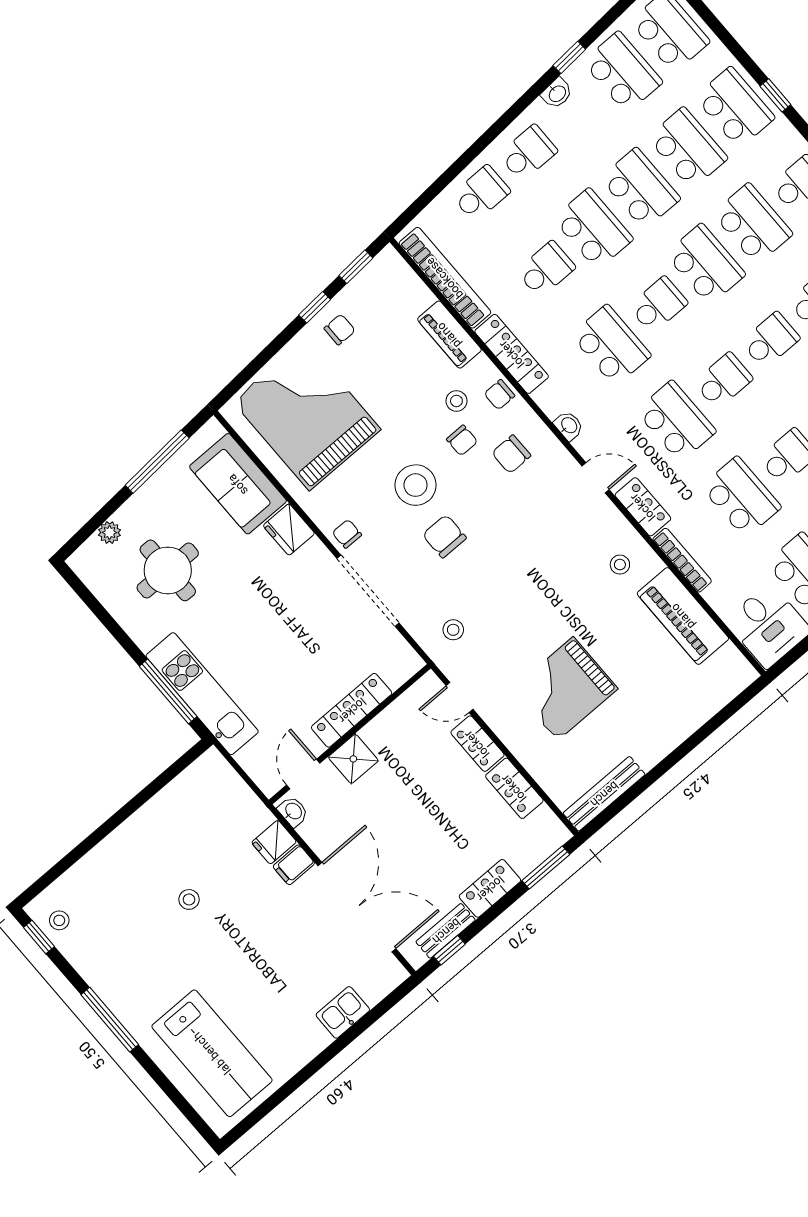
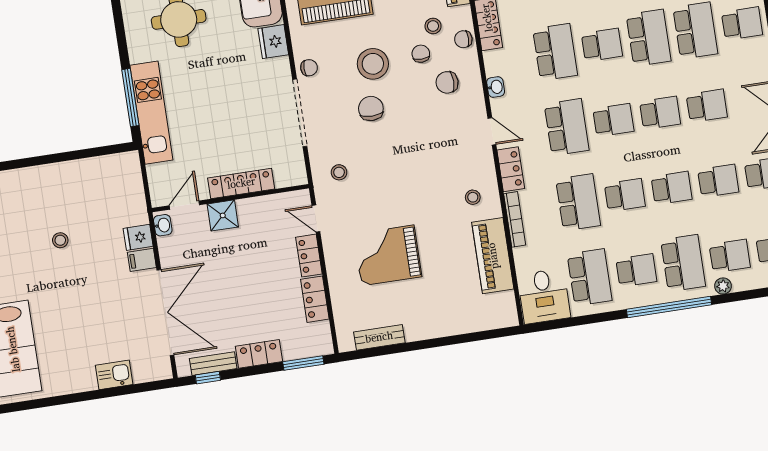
chair: (462, 440) -> (421, 54), turned 180
chair: (347, 534) -> (309, 68), turned 90
bench: (604, 794) -> (379, 337), width x0.73

